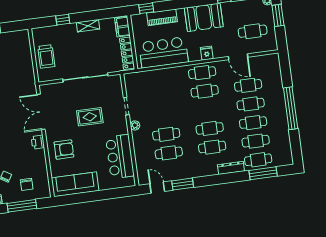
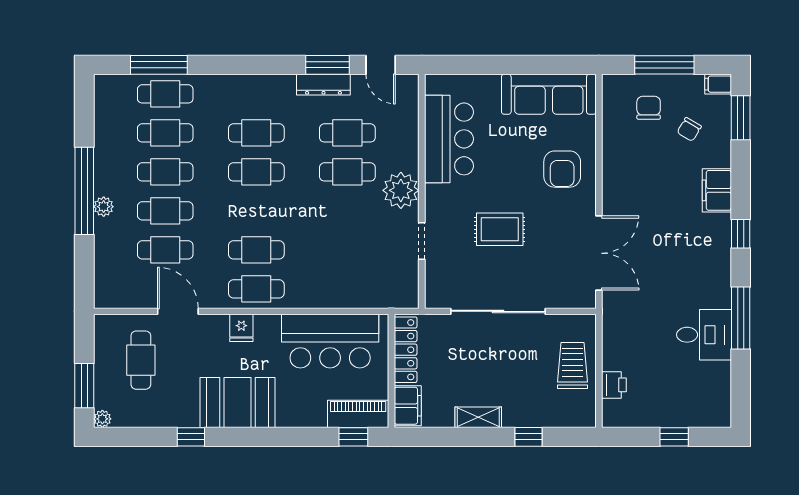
piano: (162, 17) -> (358, 414), moved
cafe table: (253, 31) -> (141, 360), turned 90
plant: (280, 102) -> (104, 207), added
plant: (135, 125) -> (401, 190), width x1.88, depth x1.88
printer: (38, 142) -> (614, 385), moved
armchair: (64, 150) -> (562, 169), turned -90
dresser: (231, 168) -> (323, 85), moved

